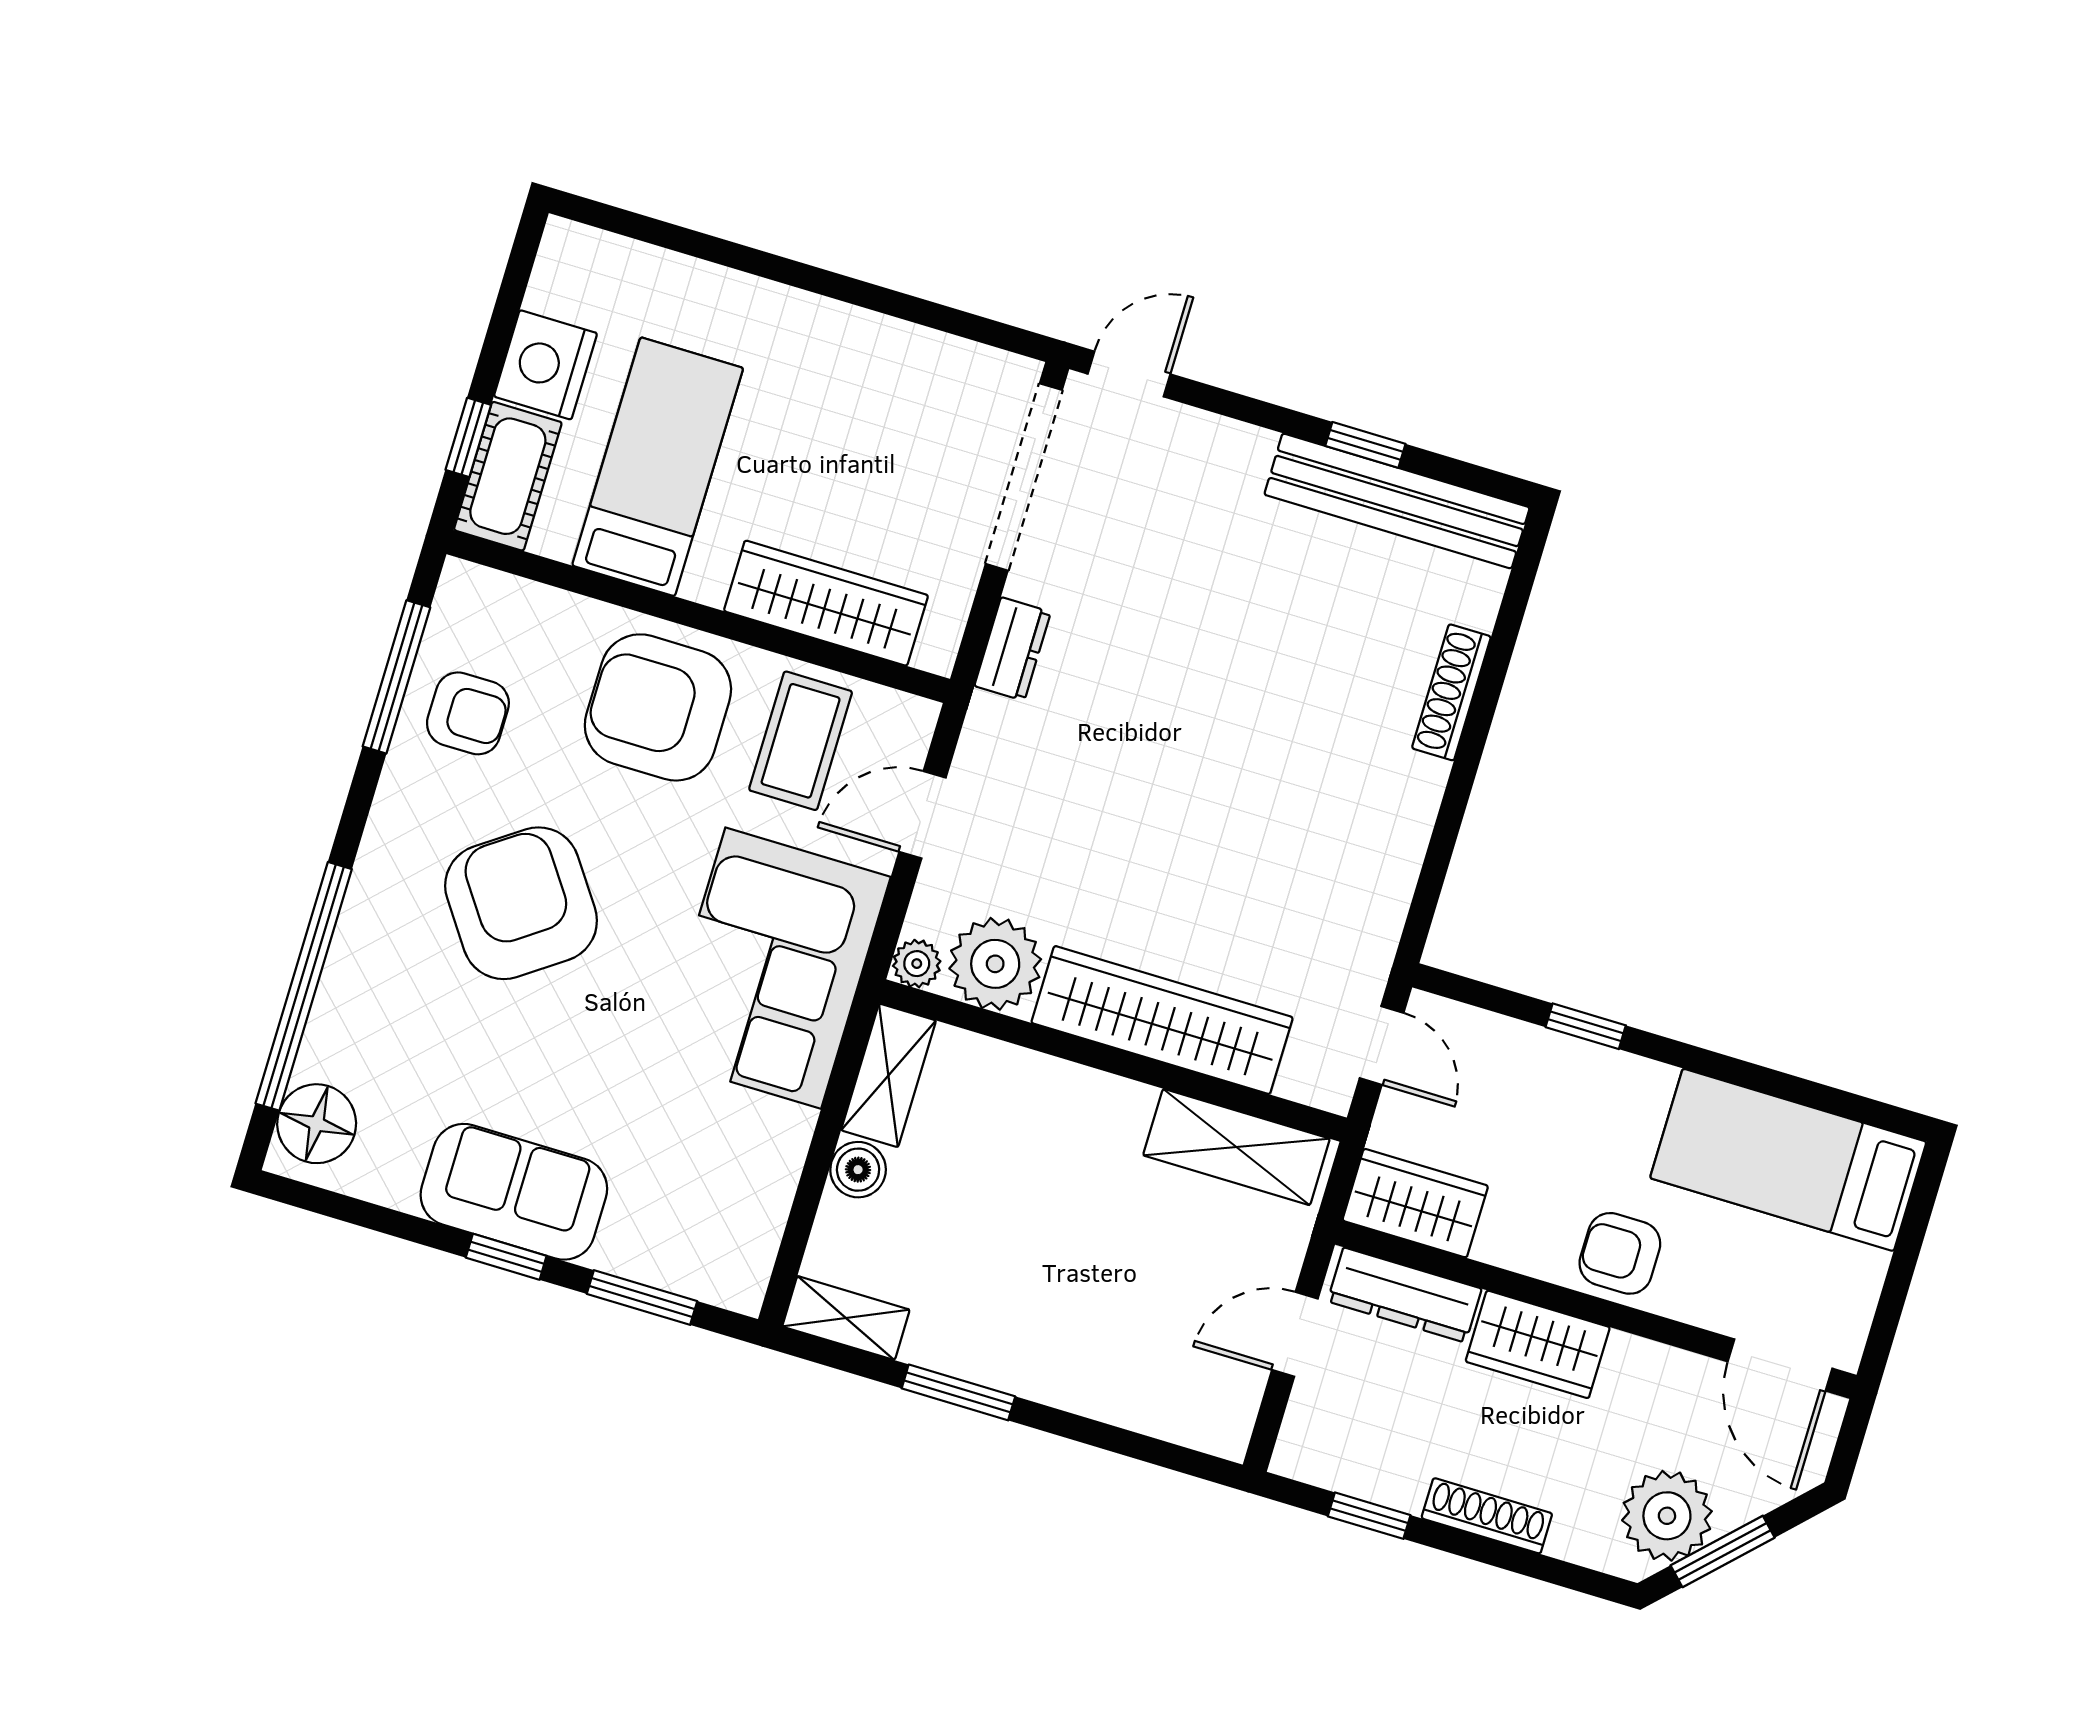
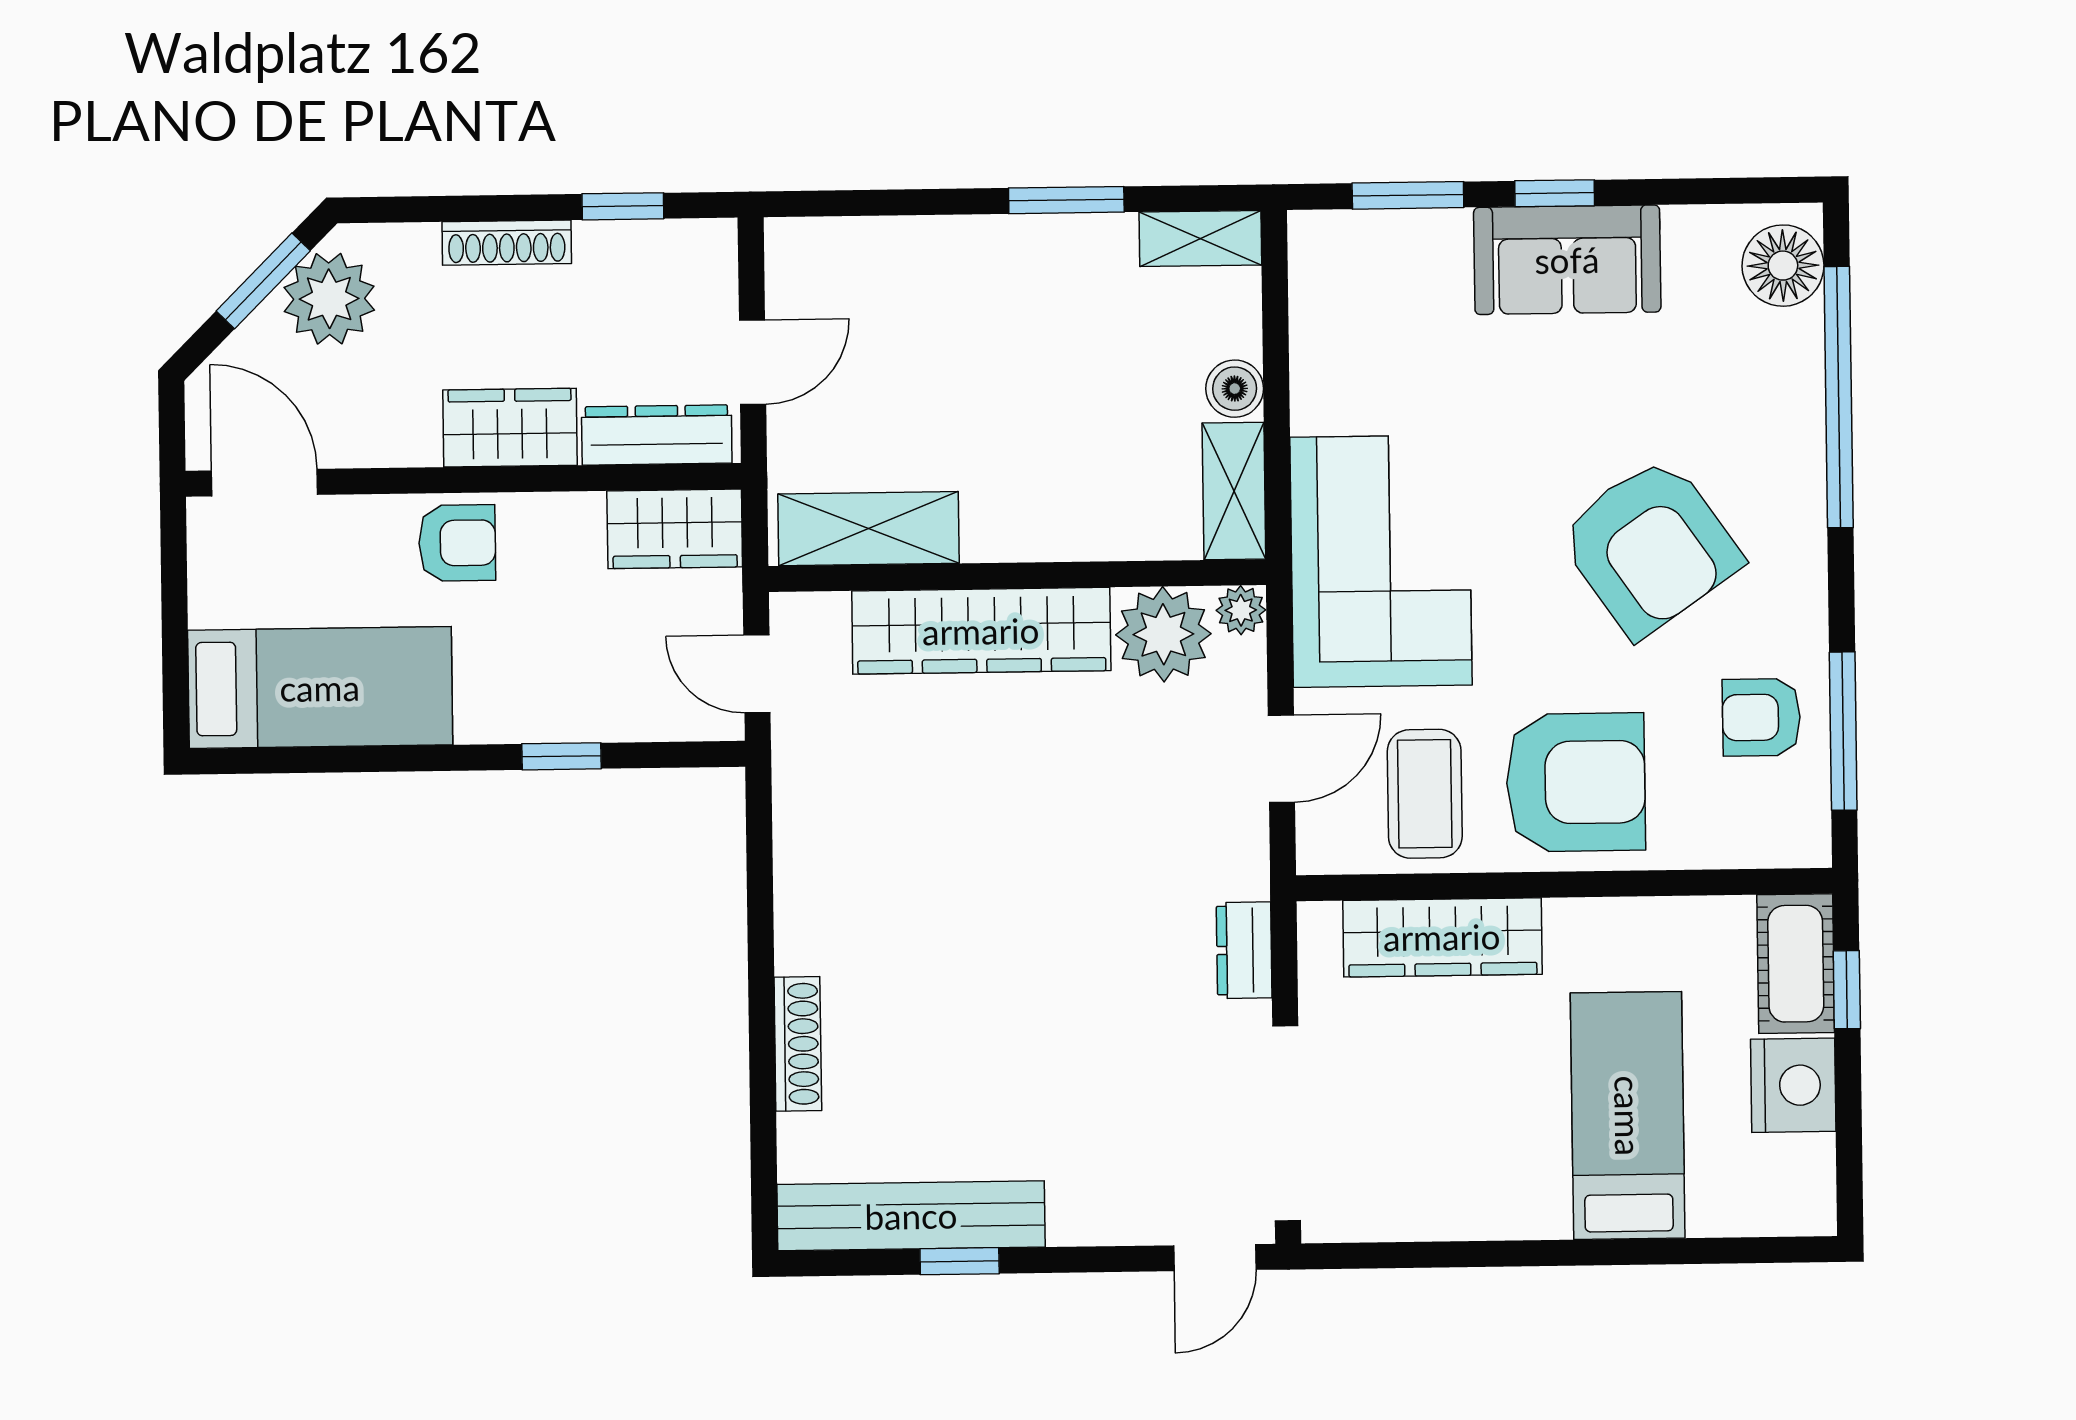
bed: (658, 467) -> (1628, 1116), moved, turned 180

